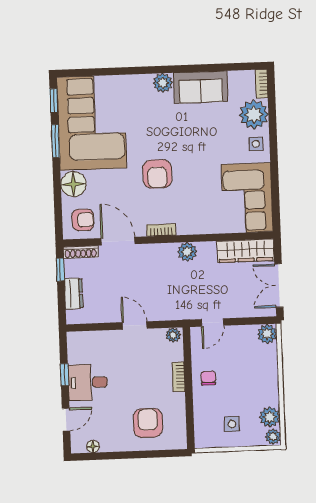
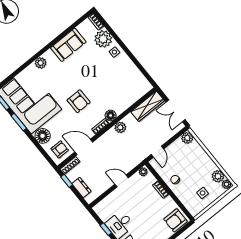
plant: (163, 83) -> (41, 63), moved
corner sofa: (247, 198) -> (130, 81), removed
floor lamp: (186, 226) -> (111, 115), added
armchair: (148, 423) -> (175, 220), moved, turned -90

